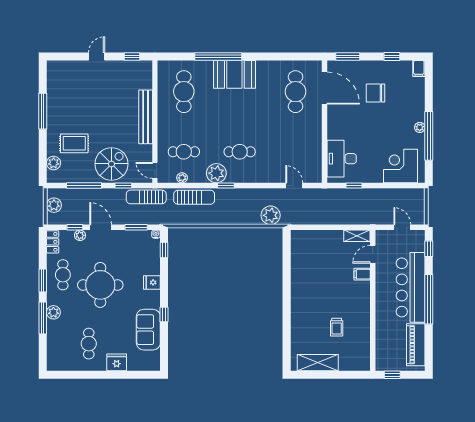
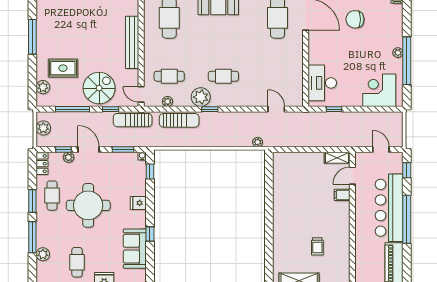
plant: (271, 215) -> (258, 142), width x0.53, depth x0.53
plant: (53, 312) -> (43, 254), moved

